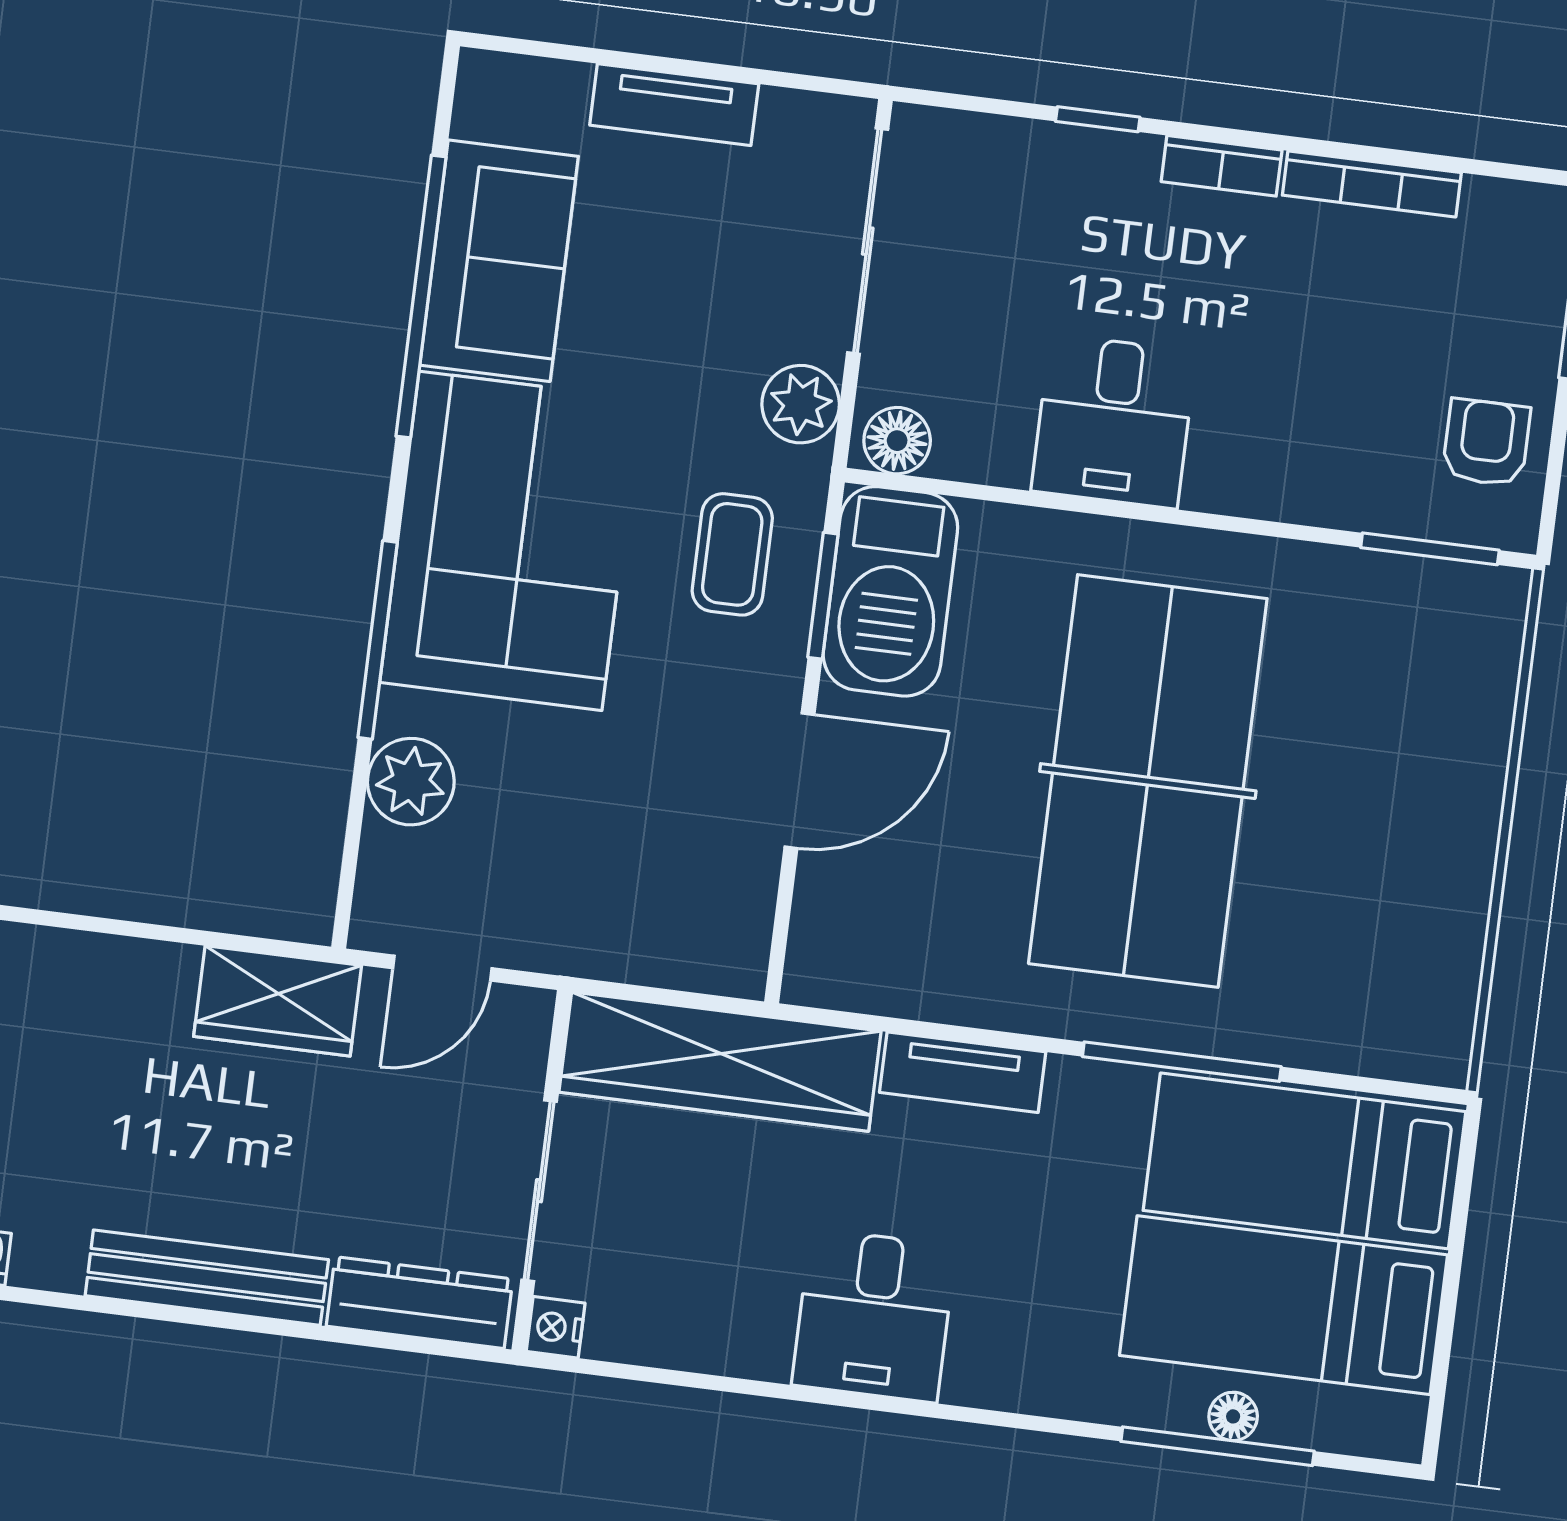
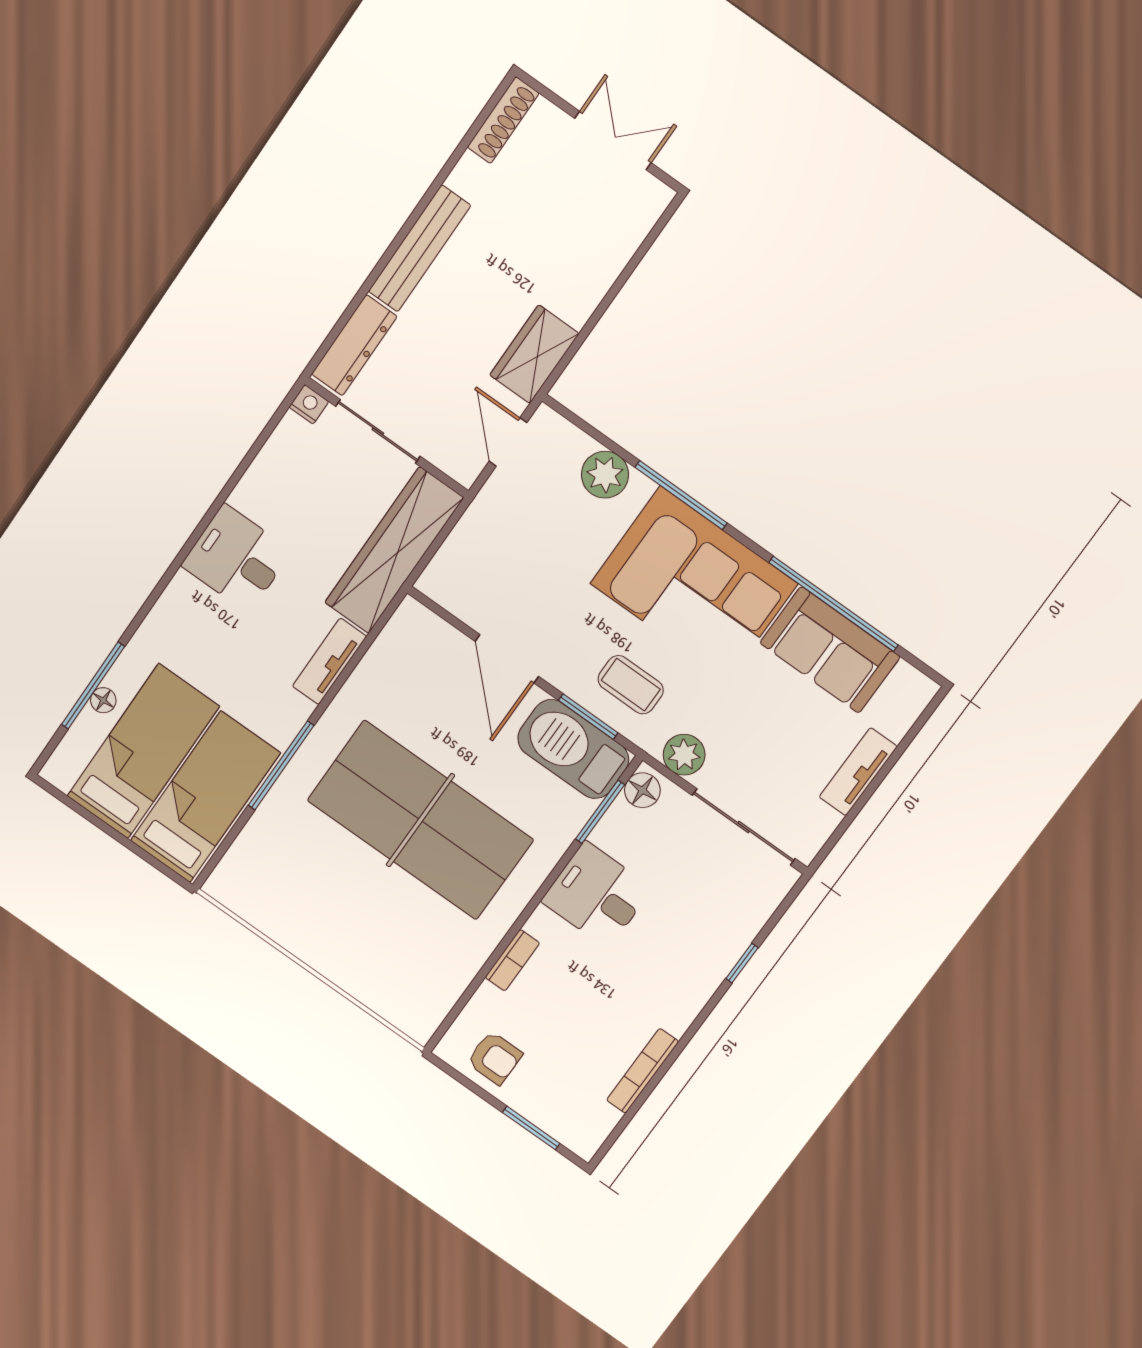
bookcase: (1222, 166) -> (512, 960), moved, turned 180
window: (1430, 549) -> (600, 812), moved

